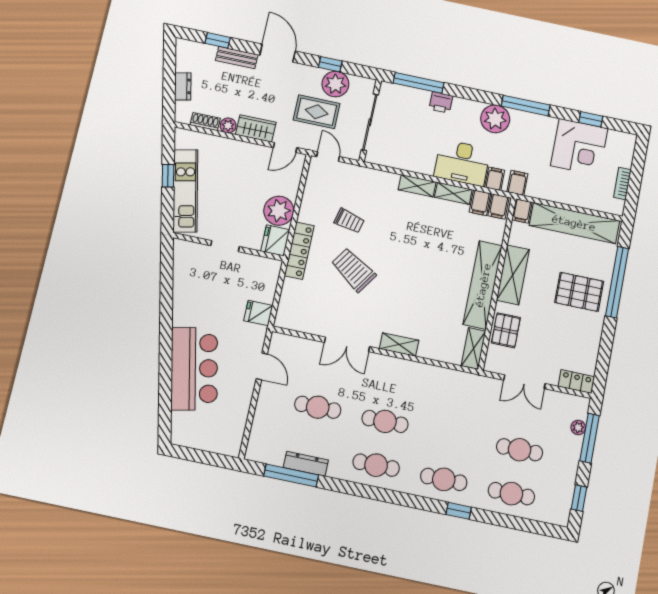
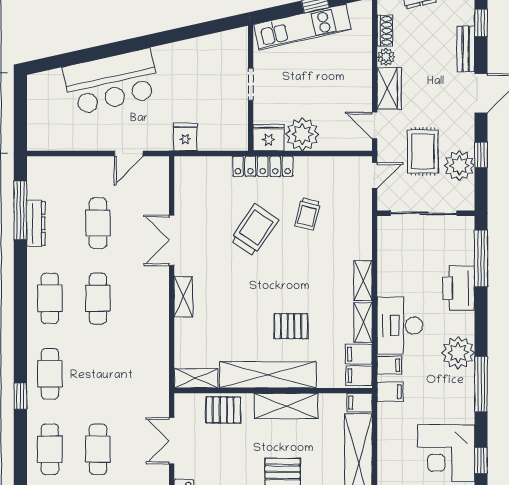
printer: (441, 102) -> (459, 288), width x1.87, depth x1.48
pallet: (444, 256) -> (291, 326), added

